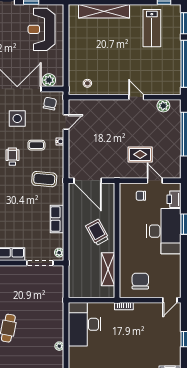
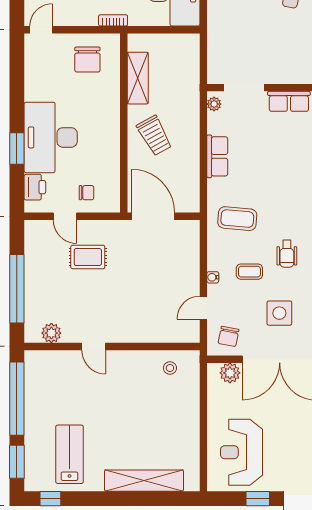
reception desk: (42, 29) -> (241, 452), turned 180
door: (88, 181) -> (153, 216), moved

